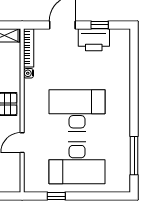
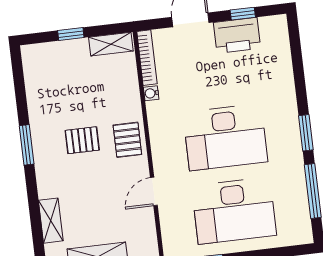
desk: (77, 110) -> (225, 137), turned 180
window: (134, 114) -> (306, 133), added

